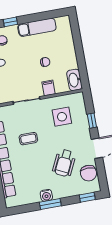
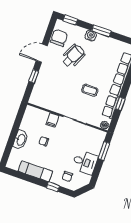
washbasin: (74, 80) -> (21, 140), moved
side table: (62, 117) -> (55, 92), removed
water cooler: (46, 195) -> (91, 36), moved

